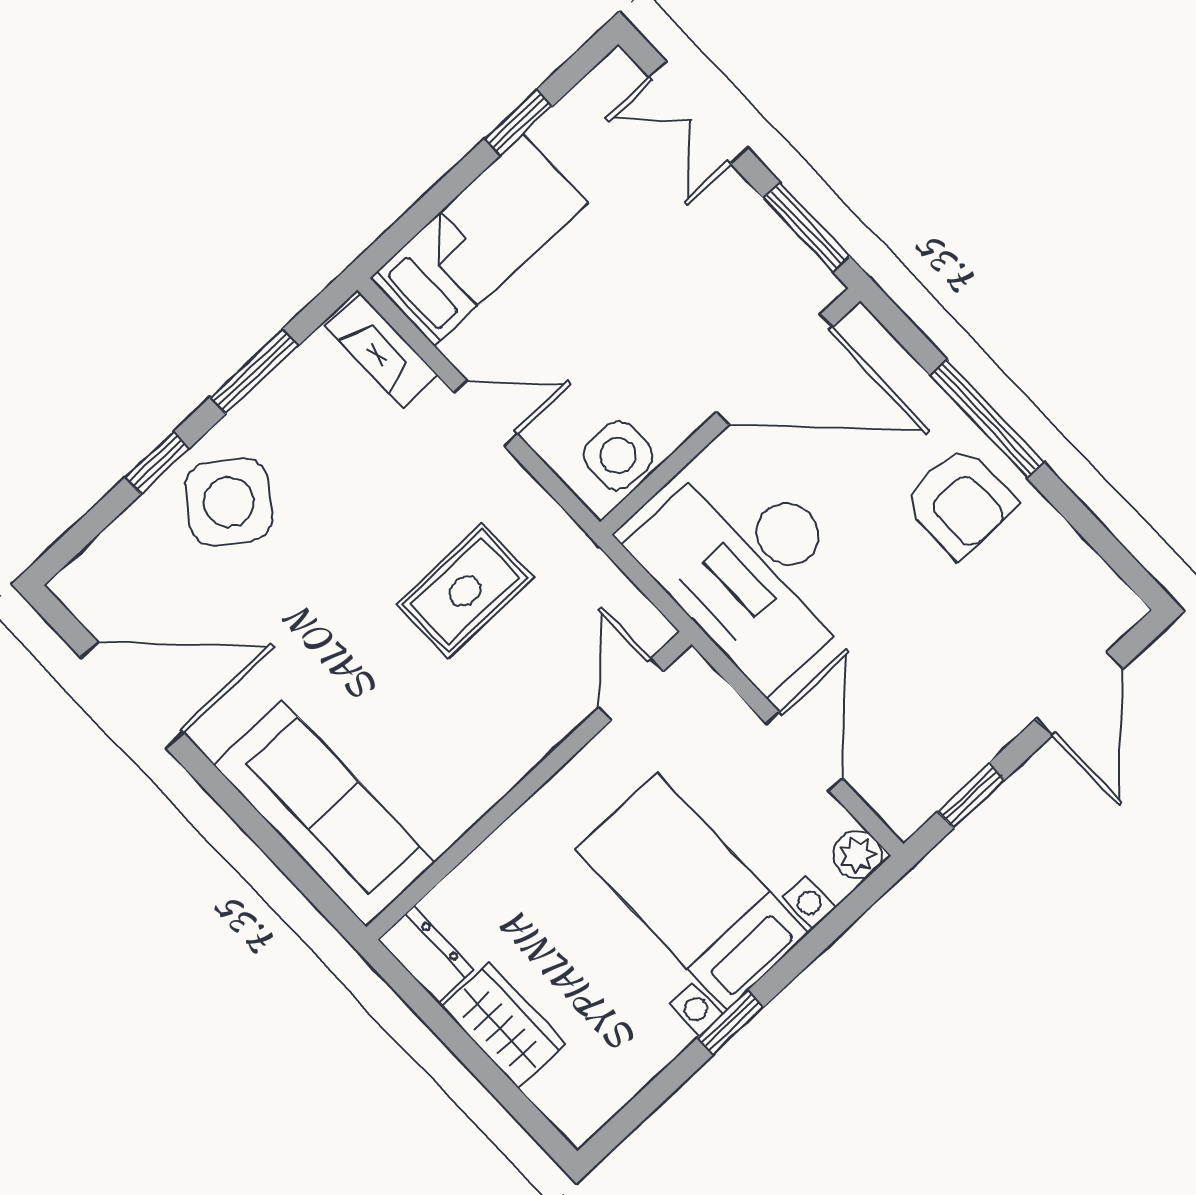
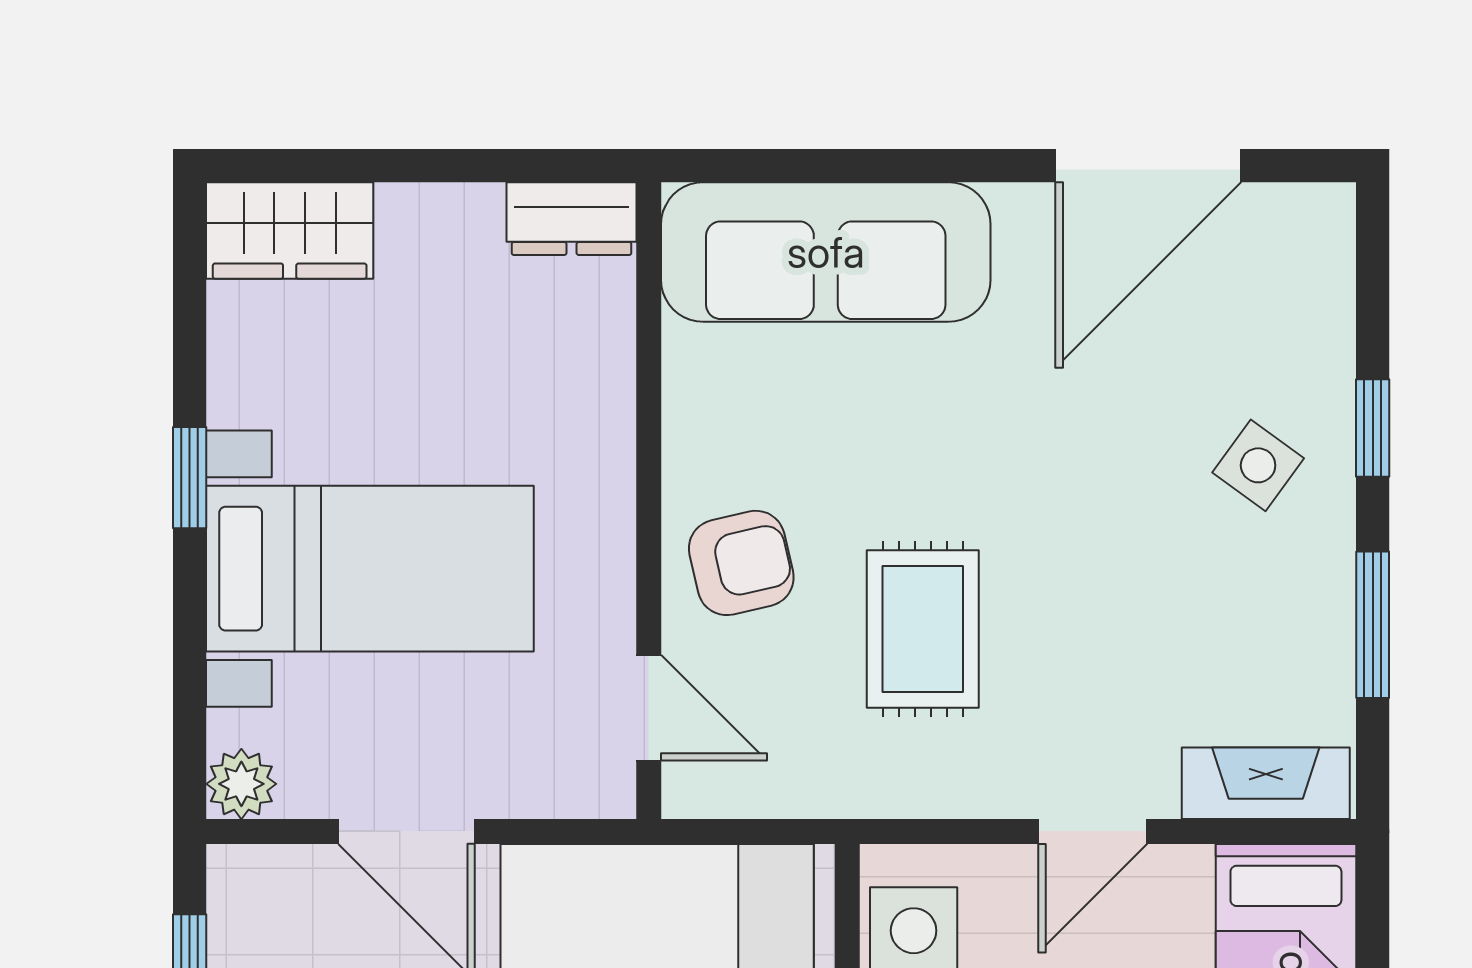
side table: (229, 502) -> (1258, 465), width x0.54, depth x0.54
armchair: (517, 711) -> (741, 563), added
wardrobe: (504, 1025) -> (290, 230), moved

